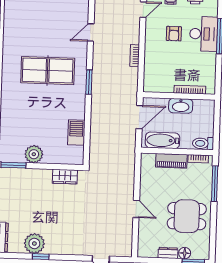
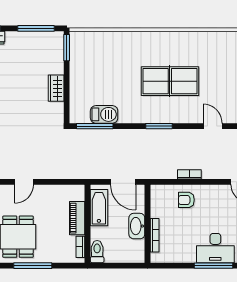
armchair: (174, 34) -> (186, 200), moved
table tennis table: (48, 71) -> (170, 81), turned 90
window: (87, 142) -> (95, 126), added
plant: (34, 154) -> (79, 69), removed
wardrobe: (65, 177) -> (56, 88), moved
window: (215, 184) -> (33, 266), moved

